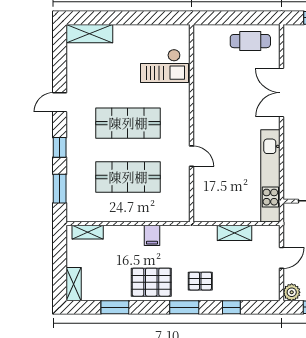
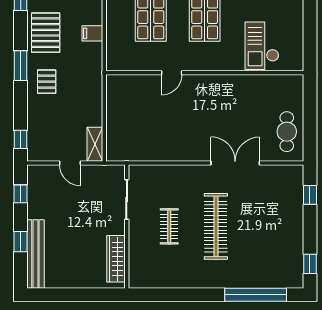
kitchen unit: (270, 176) -> (152, 152), removed
shelving: (234, 233) -> (95, 144), moved
plant: (292, 292) -> (36, 173), removed
window: (231, 307) -> (21, 139), moved

